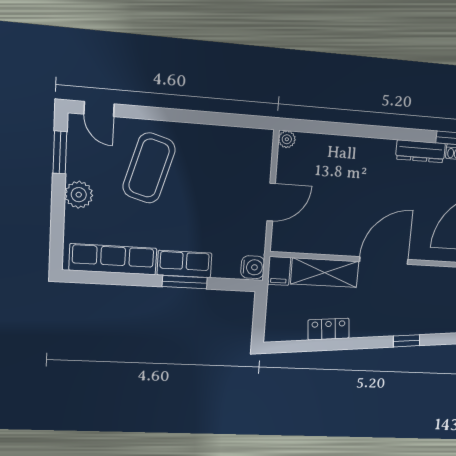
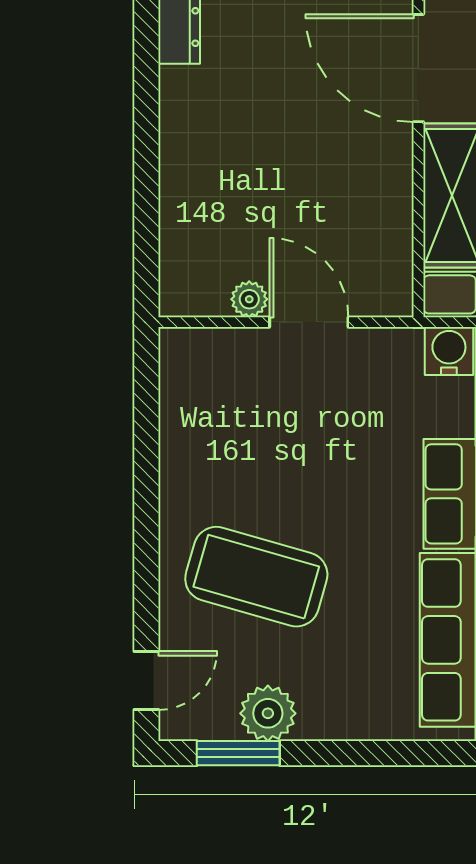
plant: (287, 139) -> (249, 299), moved
plant: (79, 195) -> (268, 713), moved

